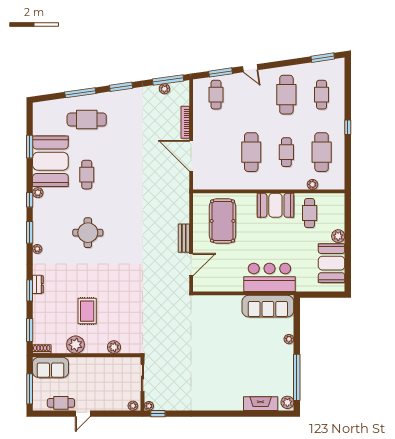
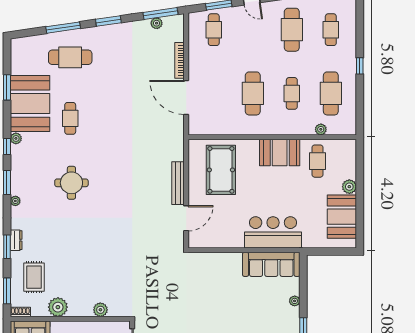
bench: (184, 238) -> (178, 183), width x1.36
rug: (87, 311) -> (34, 277), moved

